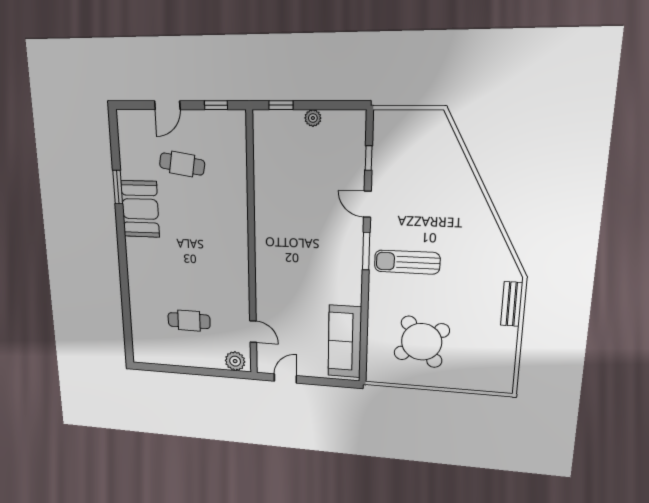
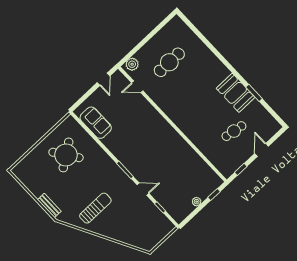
sun lounger: (407, 262) -> (95, 208), moved
cafe table: (189, 321) -> (169, 62), width x1.37, depth x1.35
sofa: (345, 342) -> (96, 123), width x0.73

